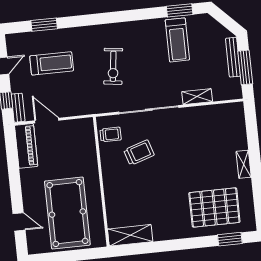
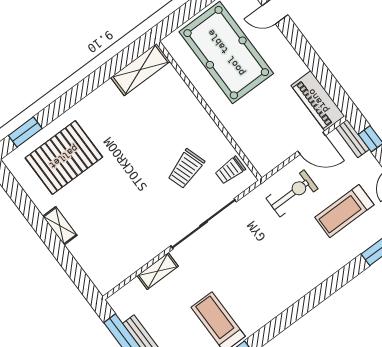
exercise bike: (113, 66) -> (292, 193), moved, turned 83

